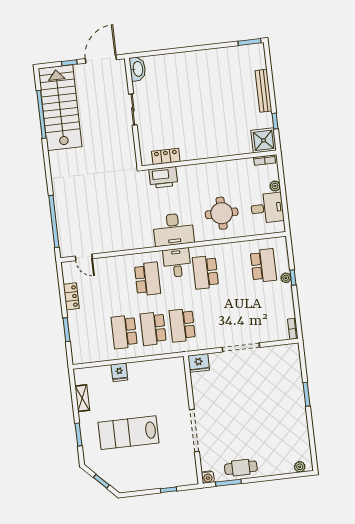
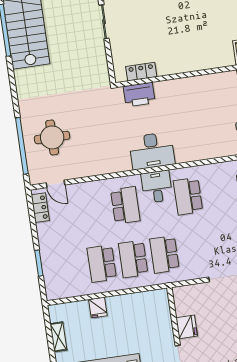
round table: (222, 213) -> (52, 137), moved
locker: (71, 296) -> (40, 208), moved
fridge: (199, 363) -> (187, 327), moved, turned -90

